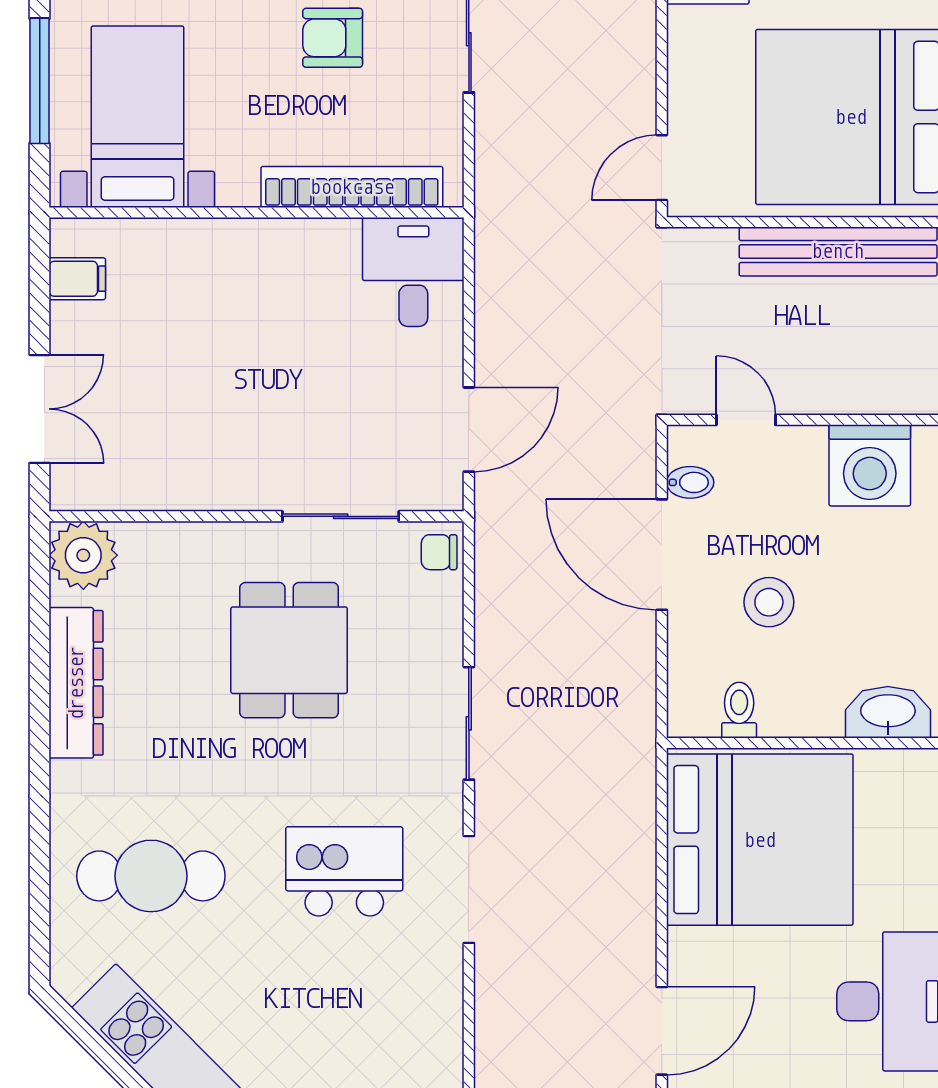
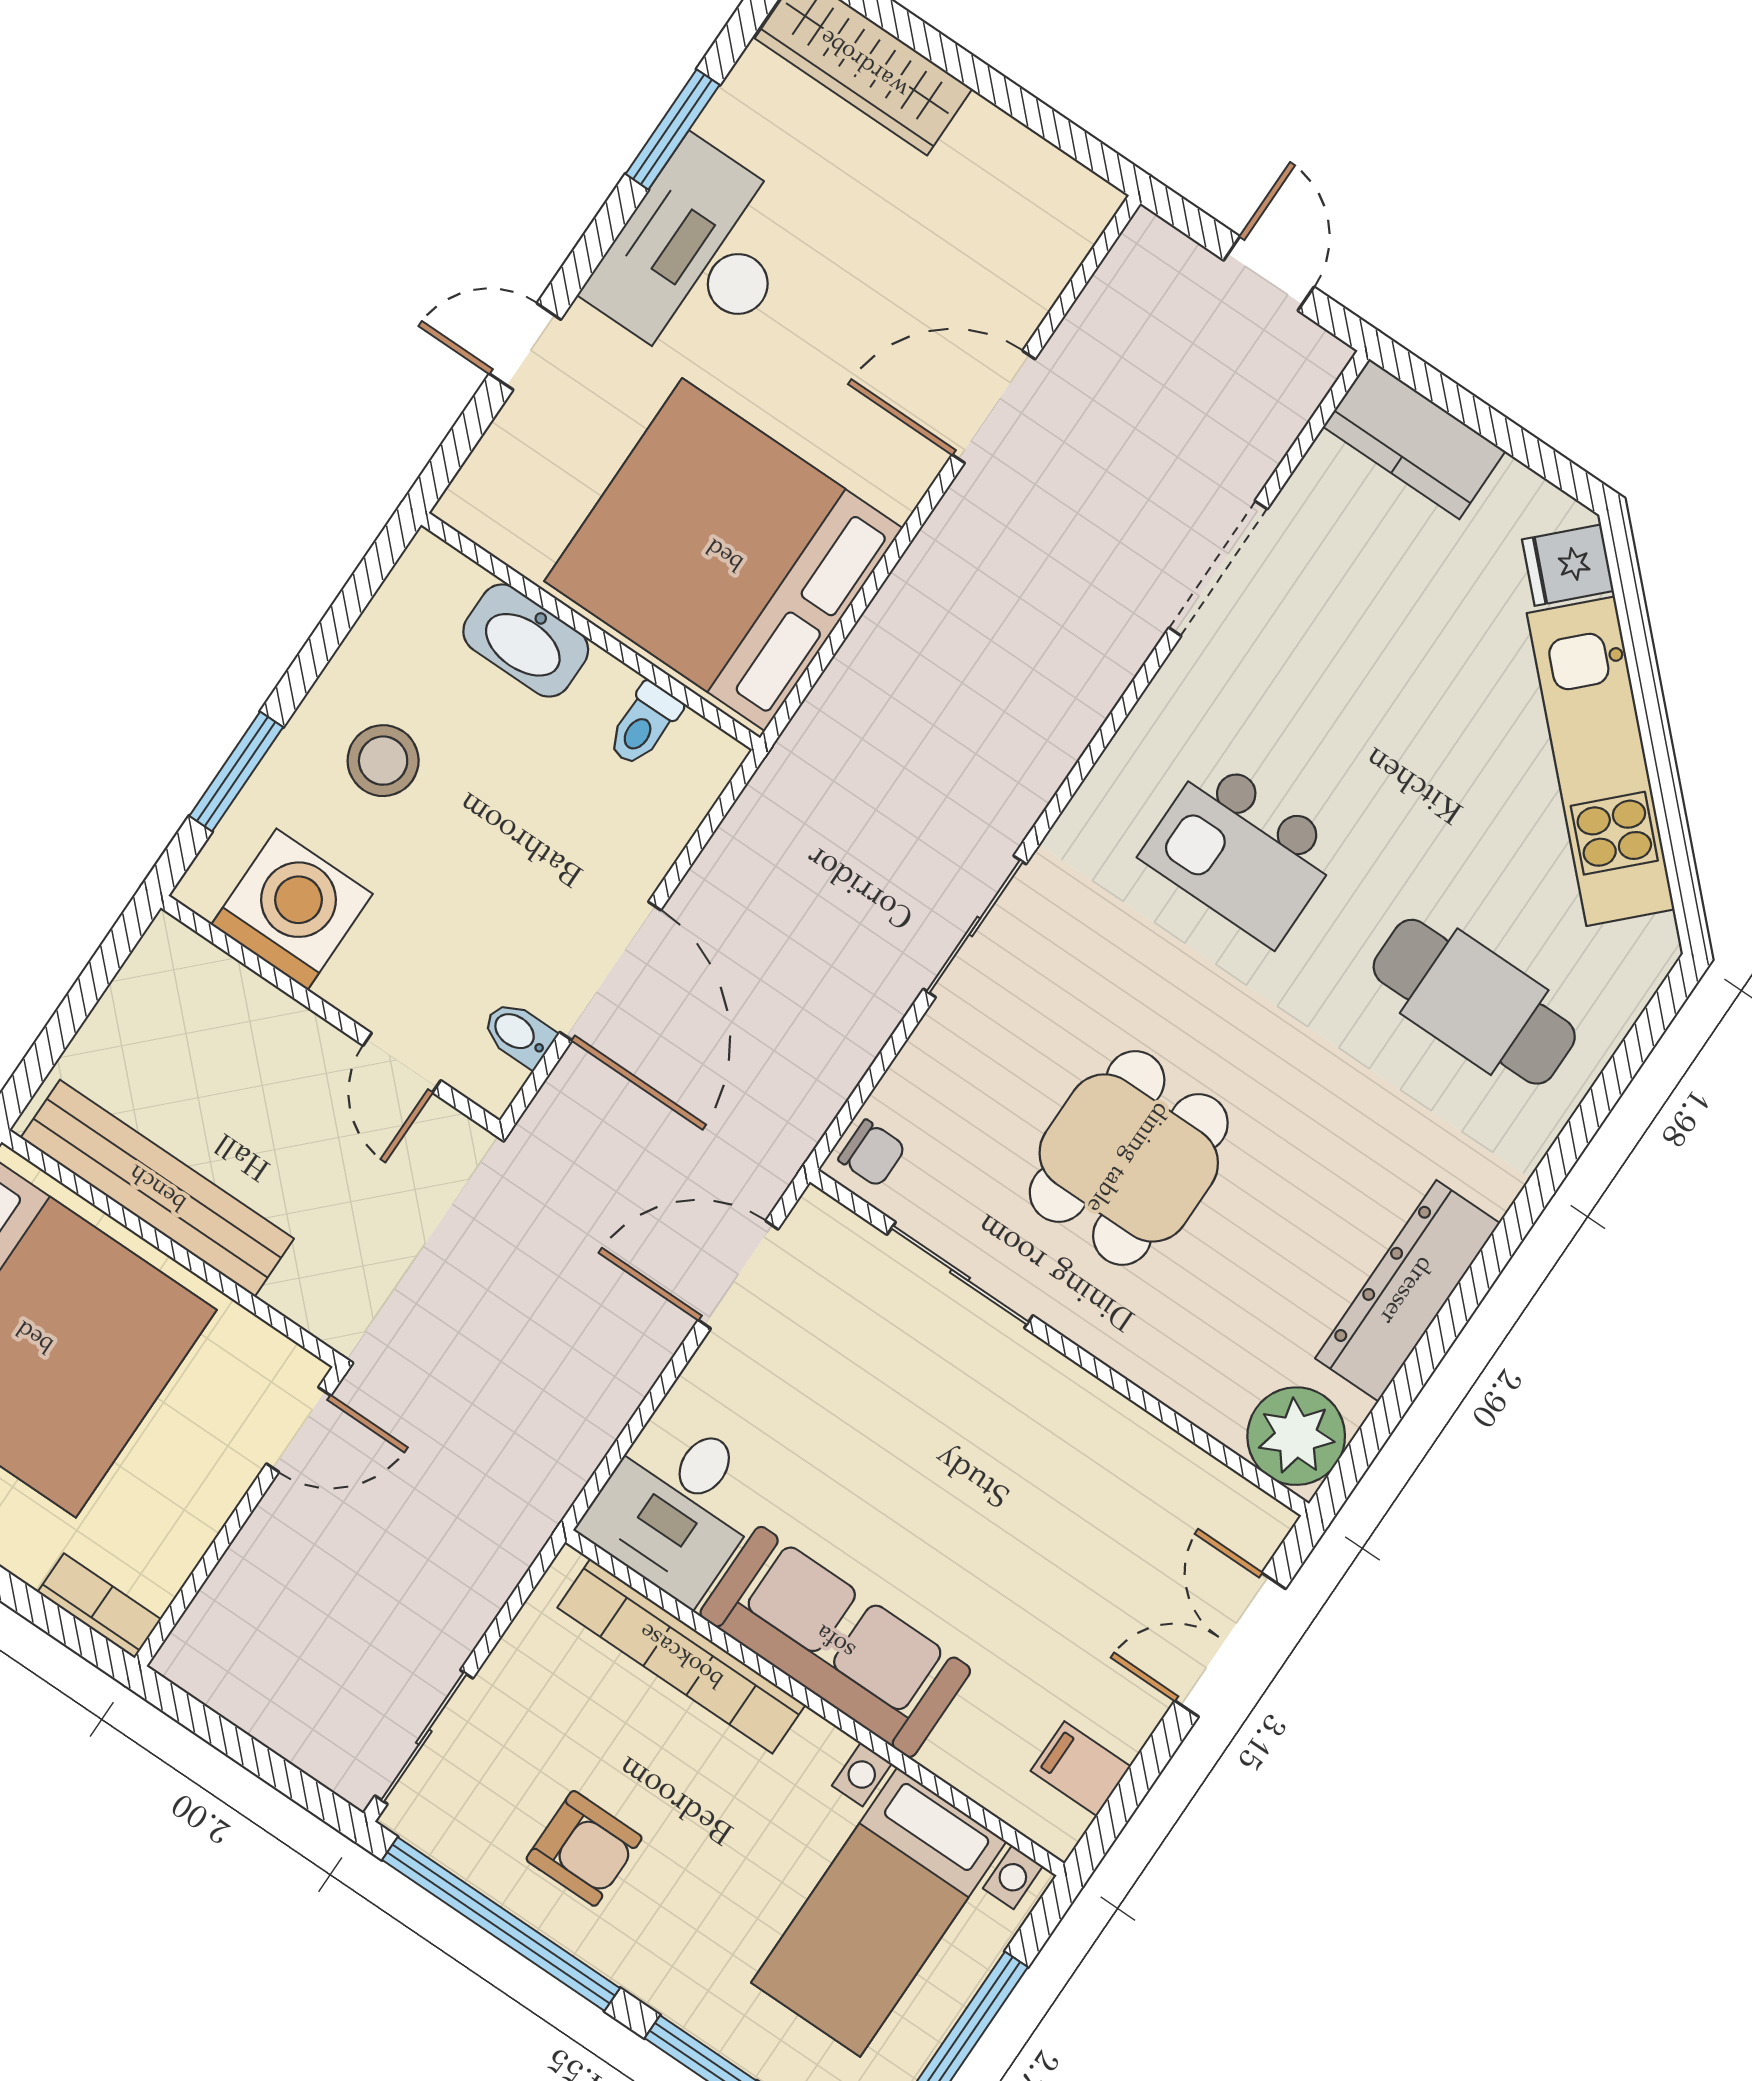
sofa: (269, 256) -> (835, 1642), added
stool: (769, 602) -> (383, 761), moved
washbasin: (888, 712) -> (526, 641), moved
doorway: (469, 890) -> (1218, 568), moved

